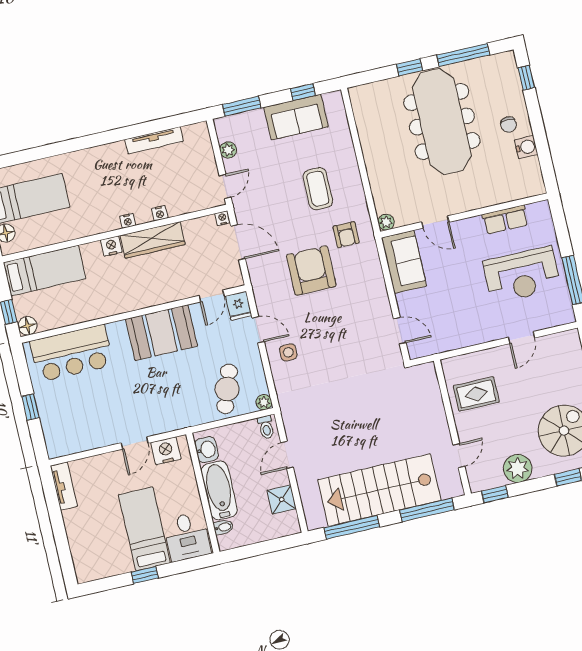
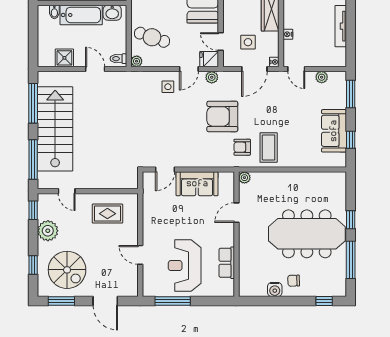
coffee table: (318, 189) -> (269, 148), moved, turned 90
nightstand: (160, 213) -> (288, 34), moved
side table: (204, 259) -> (248, 42), added
sofa: (404, 262) -> (197, 184), moved
armchair: (311, 271) -> (222, 116), turned 180
plant: (262, 297) -> (212, 77), added
rug: (476, 394) -> (107, 214), turned 90

